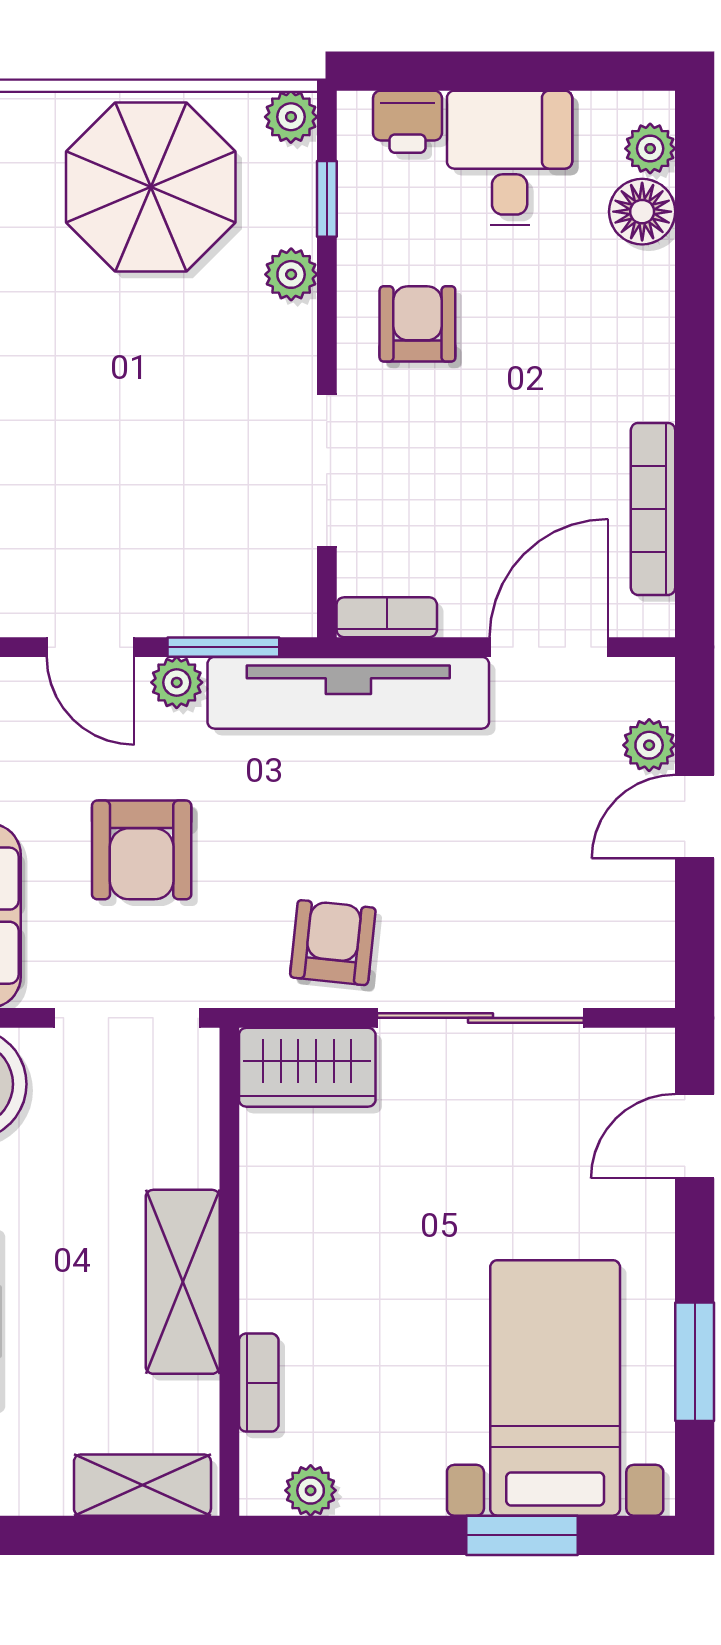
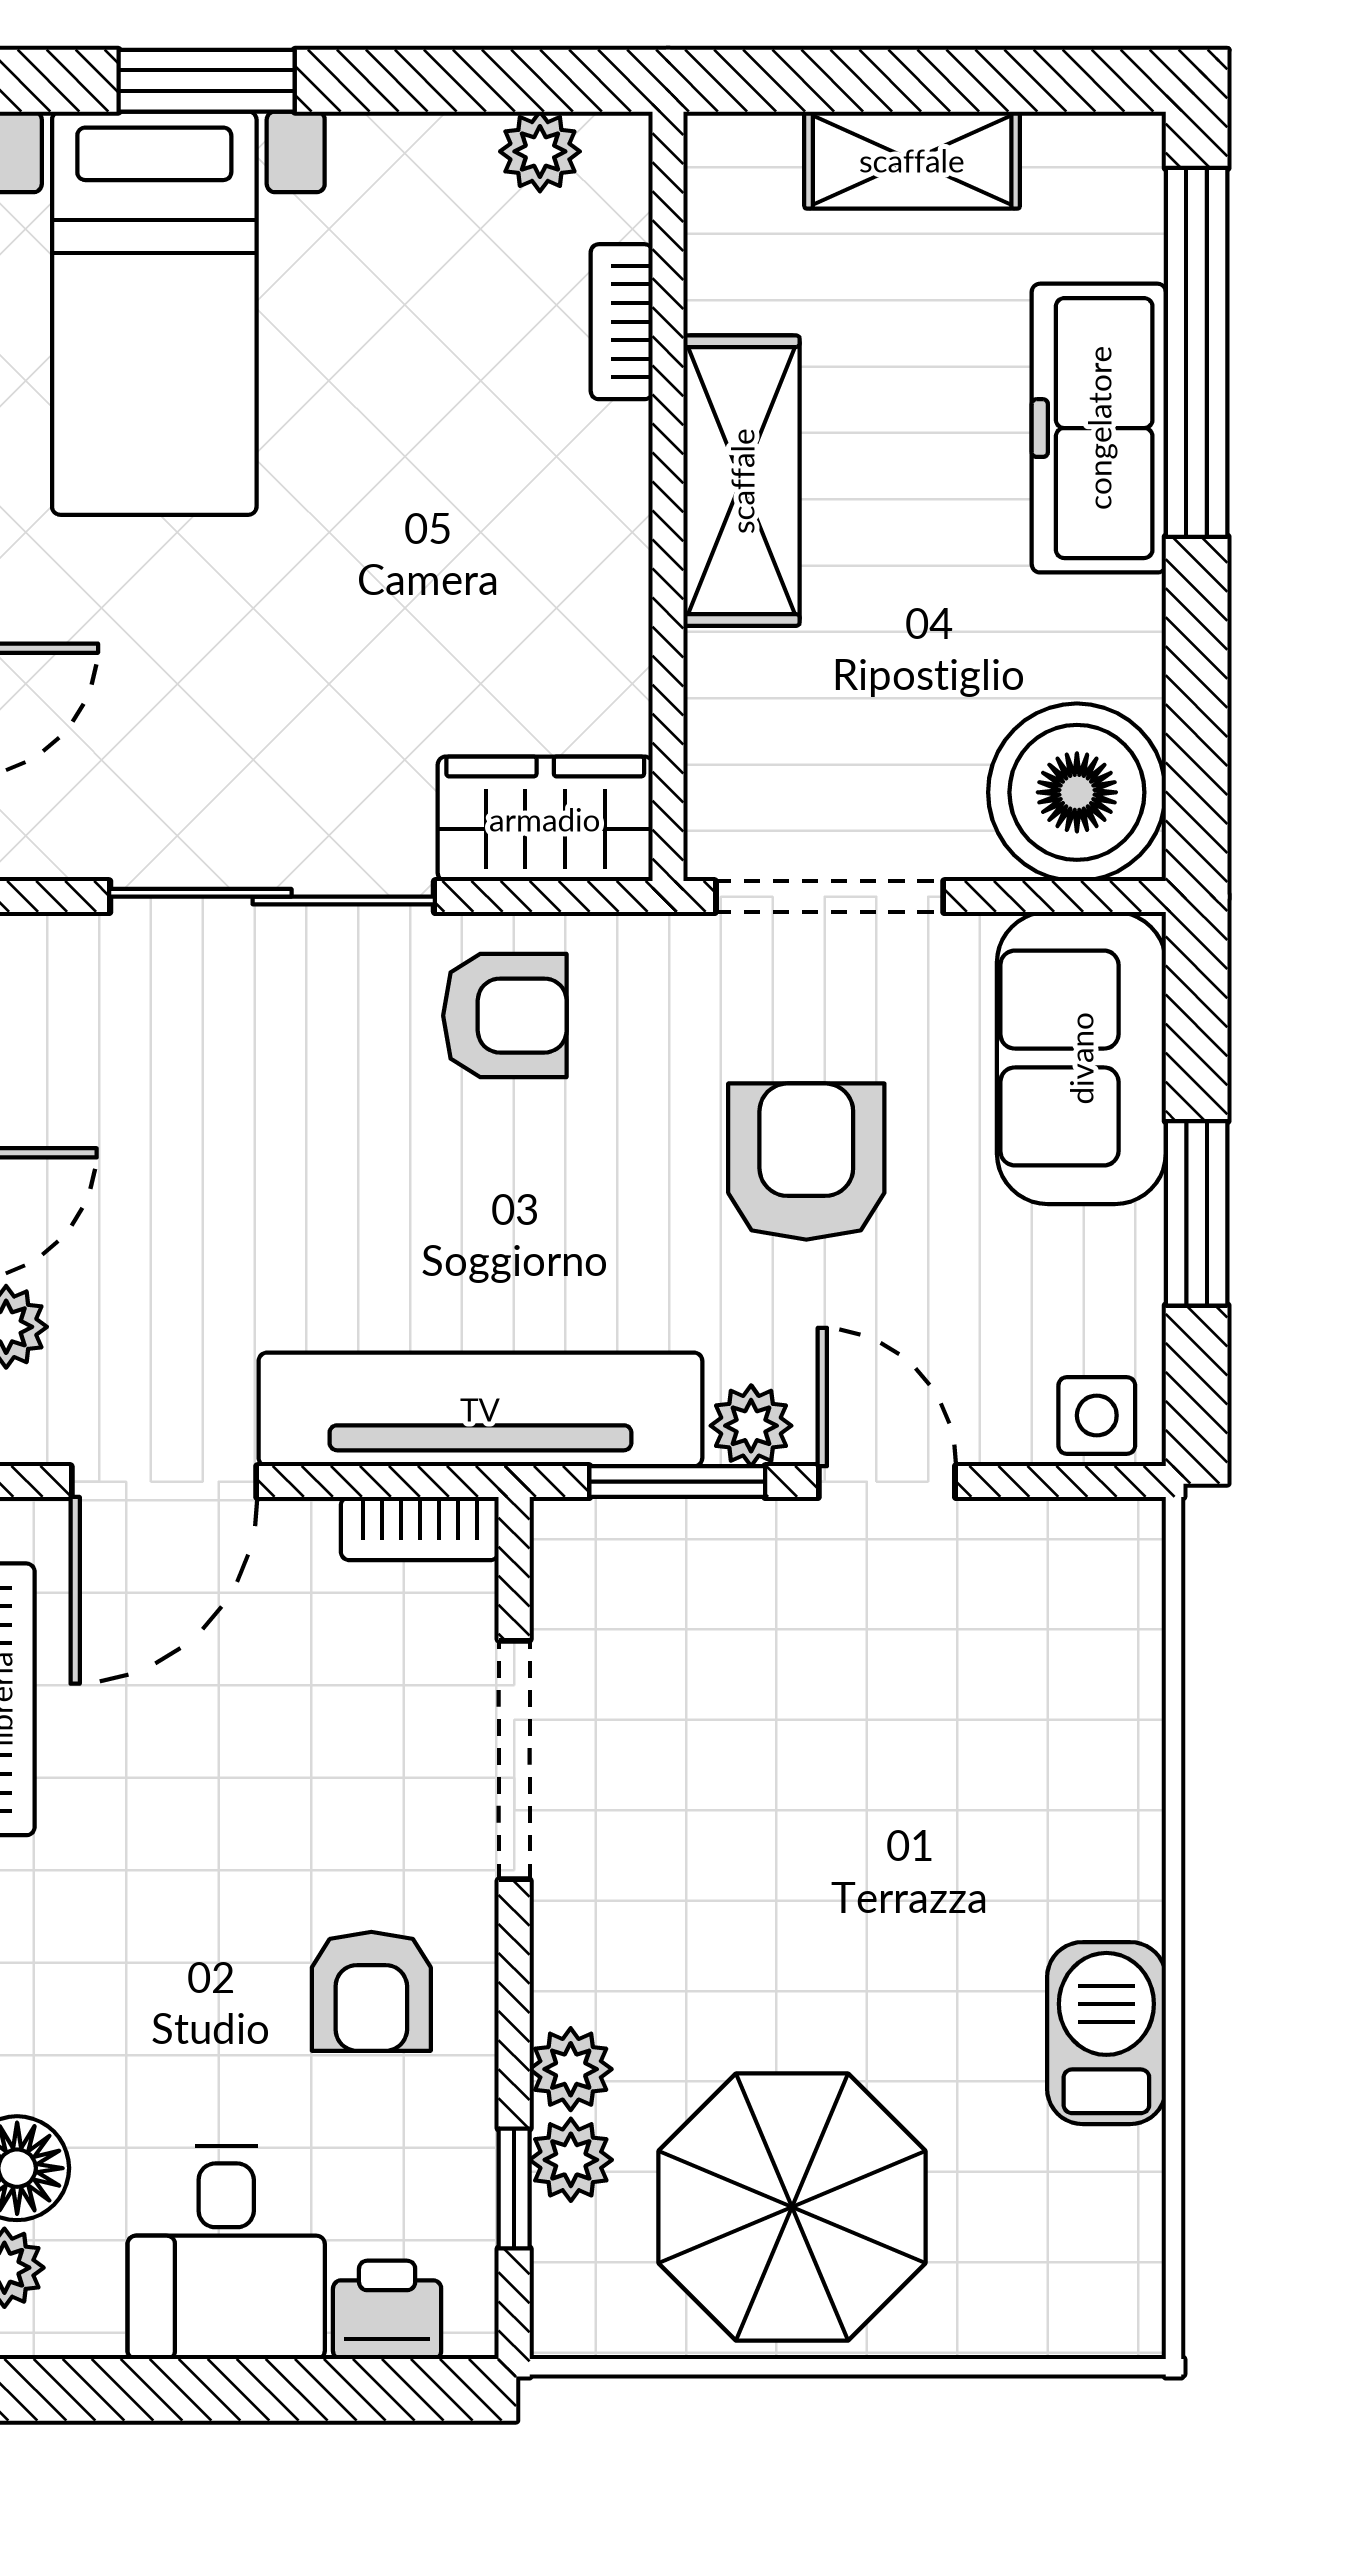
plant: (291, 117) -> (571, 2160), moved
armchair: (333, 943) -> (505, 1016), turned -96
shelving: (142, 1485) -> (912, 160), moved

